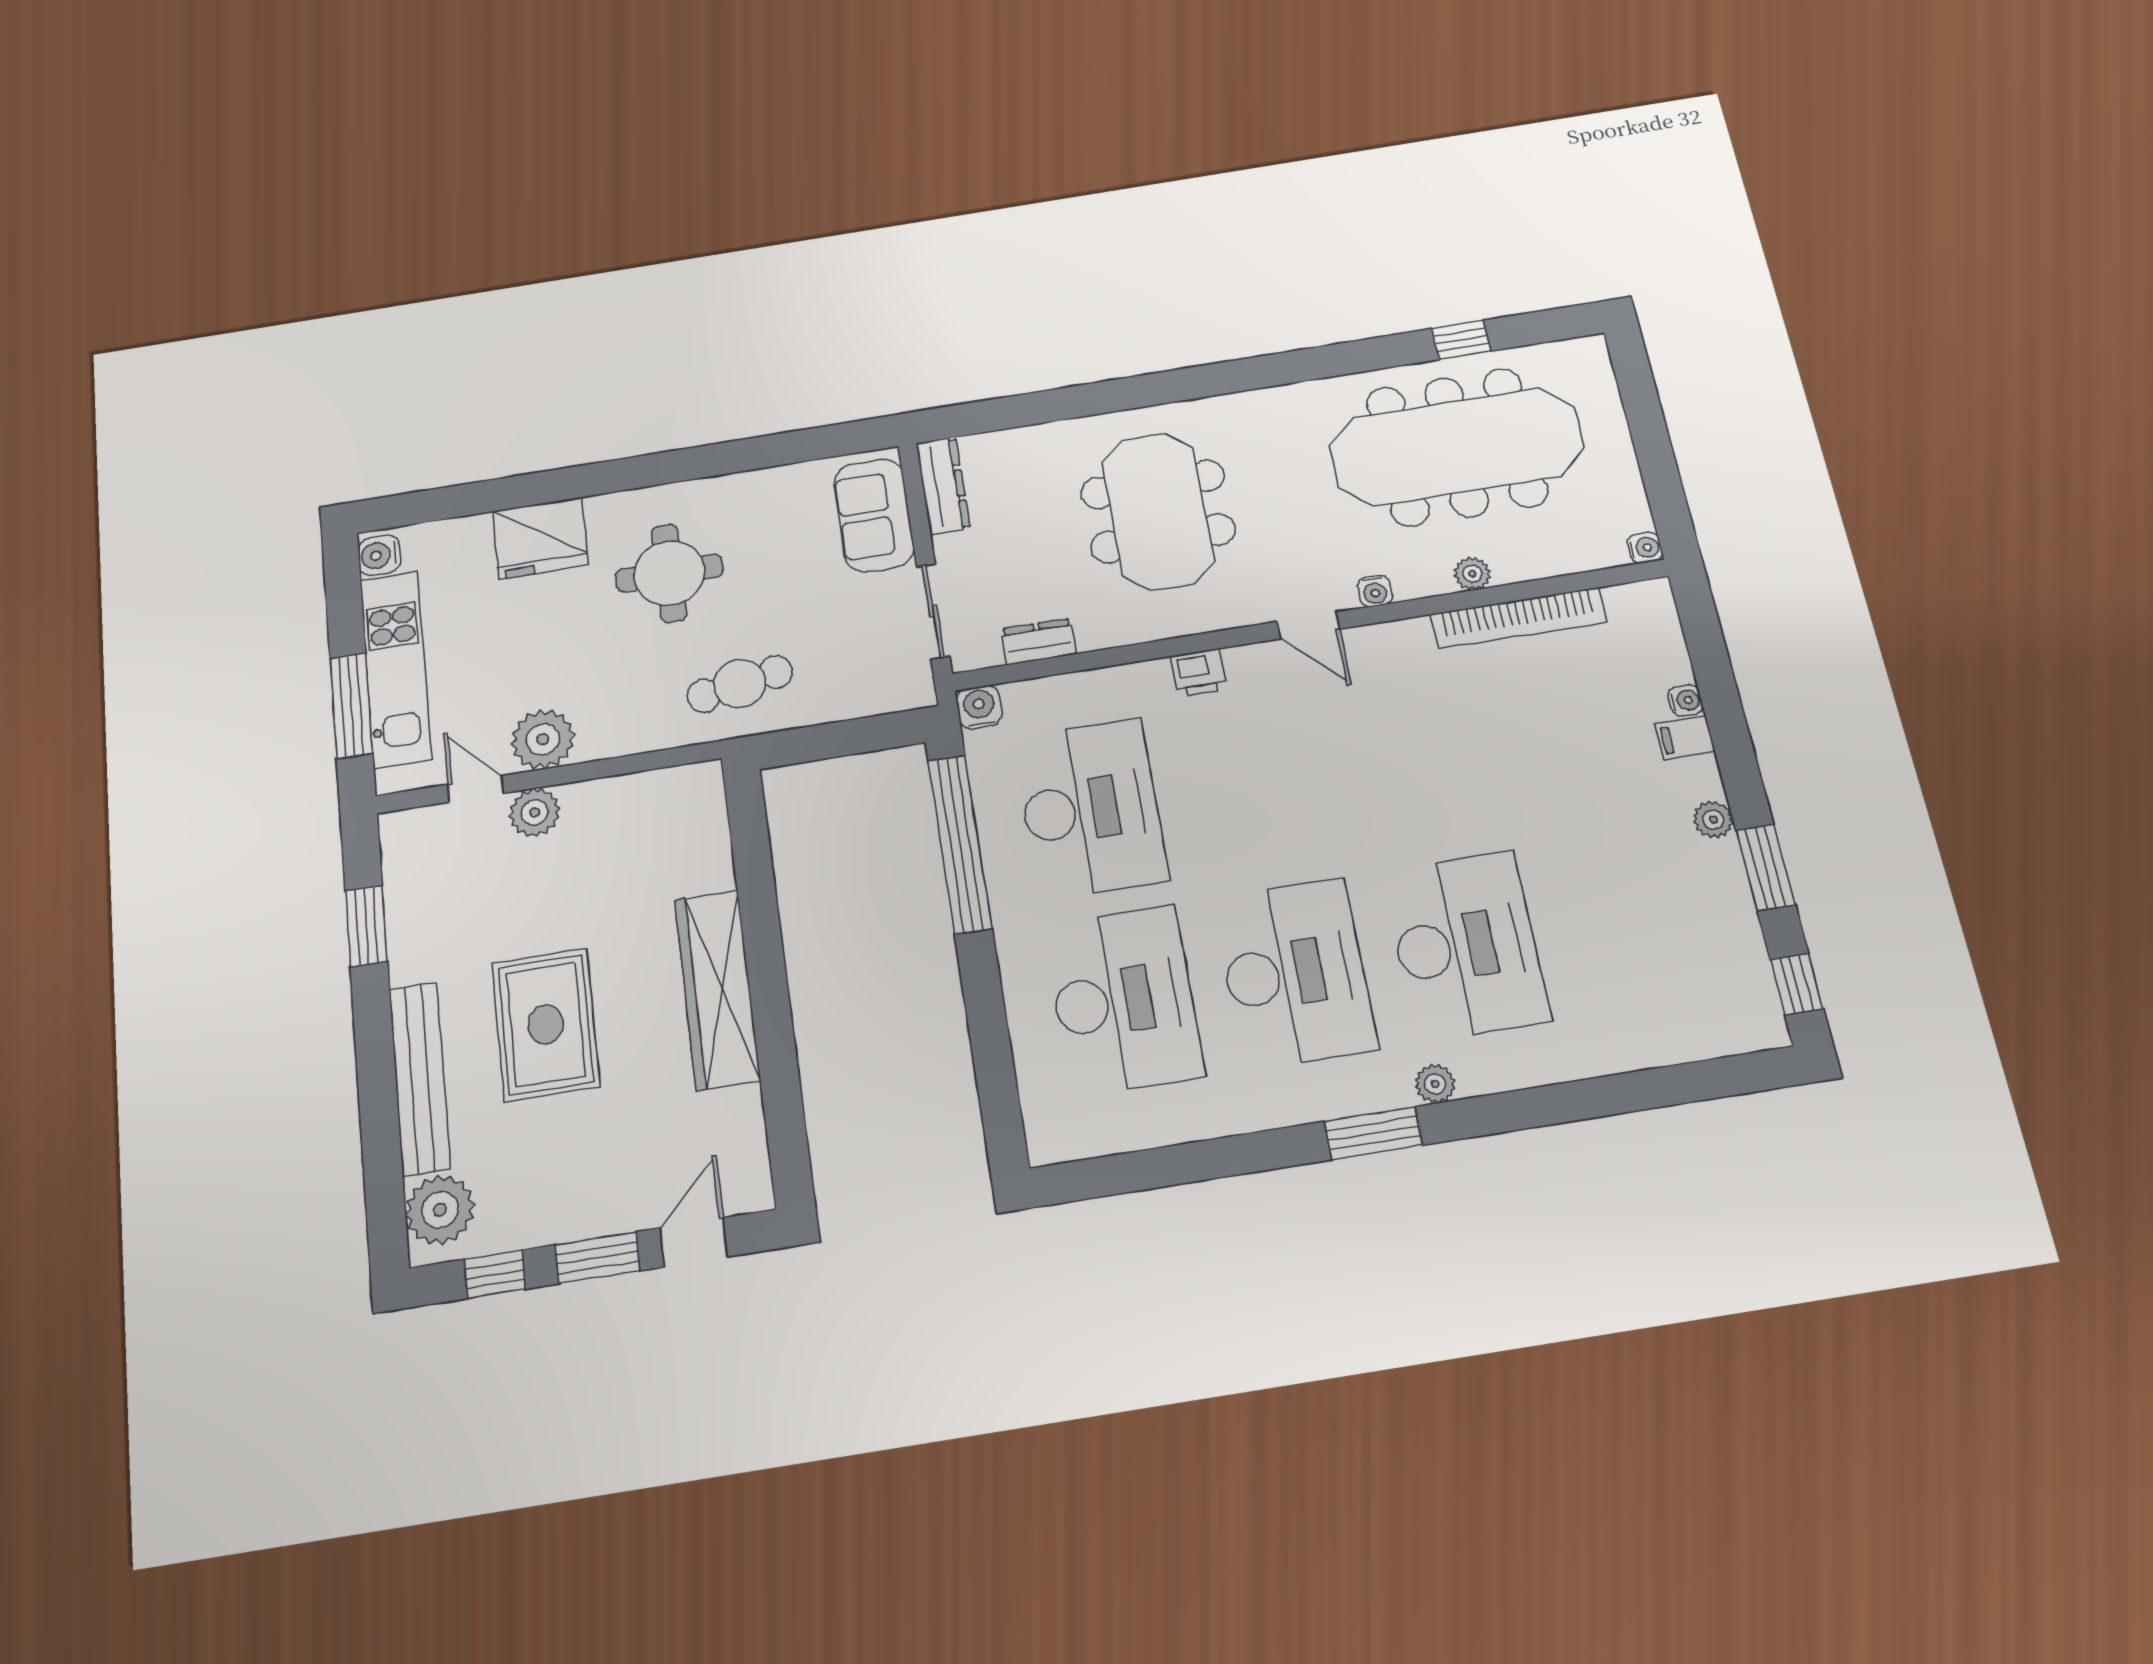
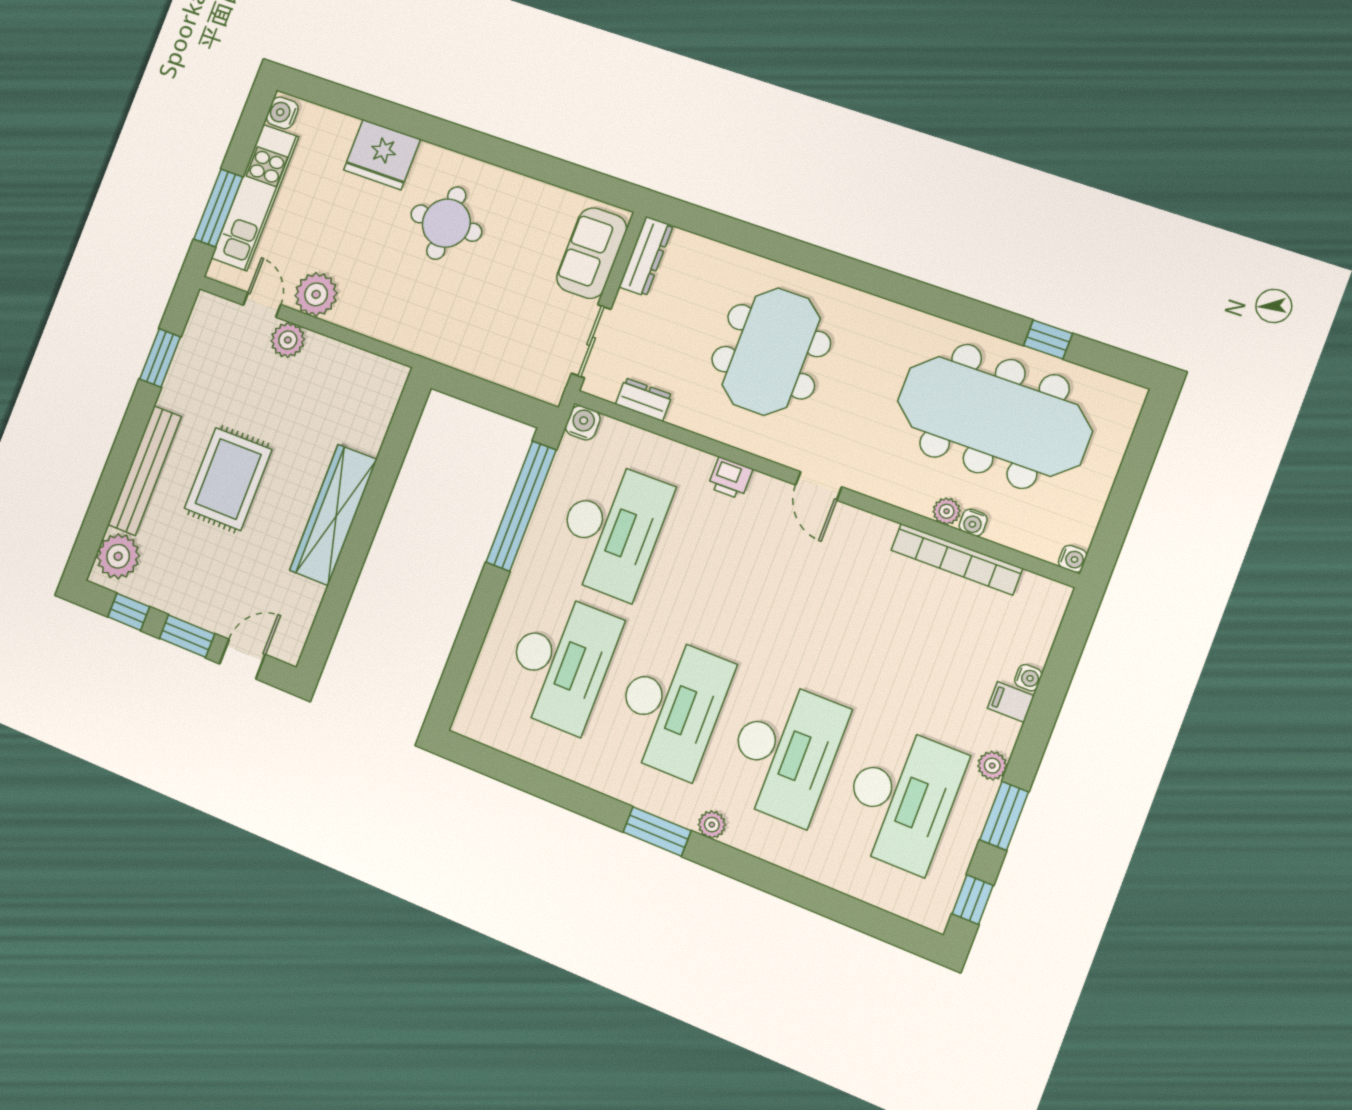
water cooler: (1375, 591) -> (973, 522), moved
cafe table: (740, 684) -> (449, 324), removed
desk: (1637, 918) -> (901, 798), added

